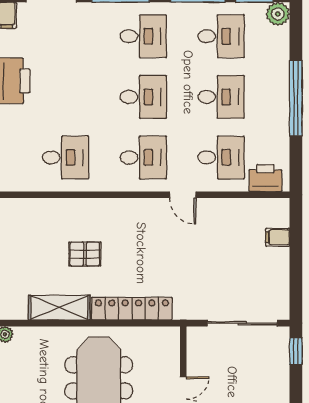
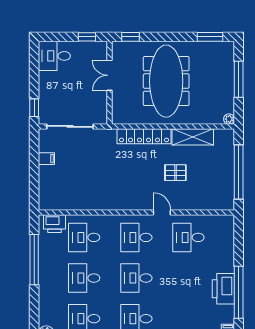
window: (296, 98) -> (34, 260), moved
door: (183, 195) -> (162, 212), moved
filing cabinet: (278, 237) -> (46, 159), moved

